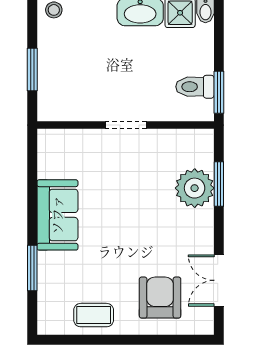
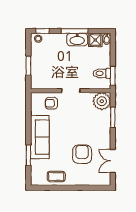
armchair: (83, 153) -> (51, 103), added
plant: (195, 188) -> (102, 101), moved
sofa: (57, 215) -> (40, 137), width x1.36
armchair: (160, 298) -> (82, 154), moved

